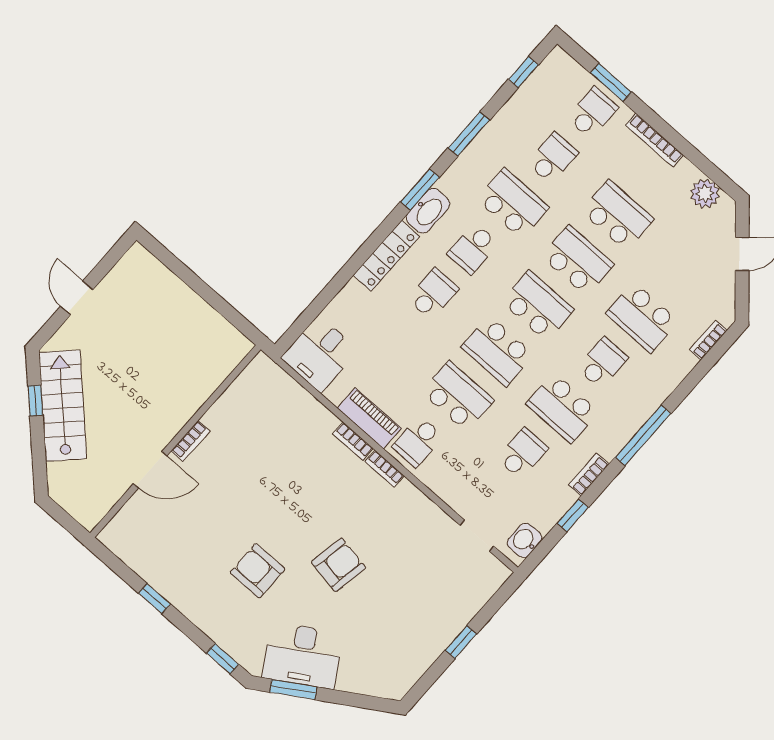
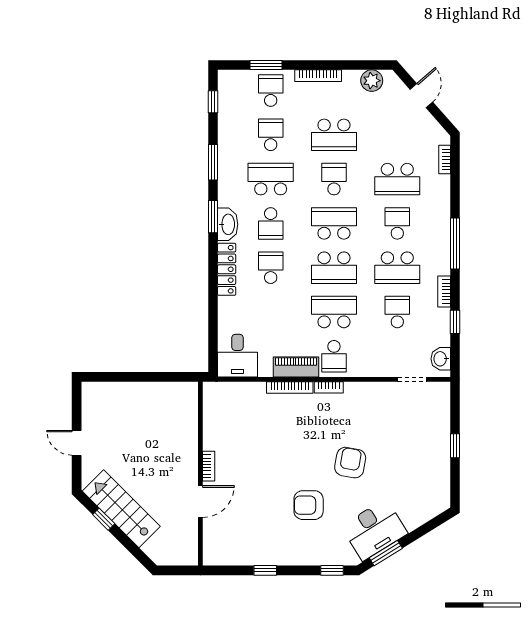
school desk: (617, 215) -> (334, 135), turned 180
school desk: (577, 260) -> (334, 179), width x0.54
bookcase: (353, 441) -> (290, 387), width x1.56

